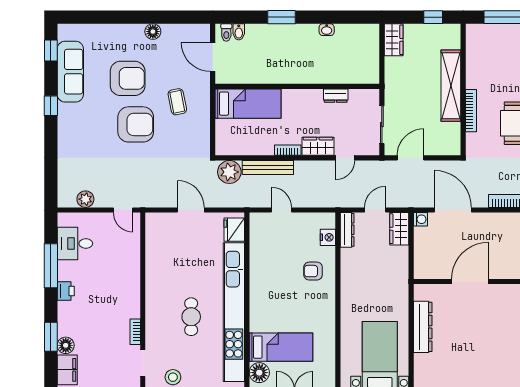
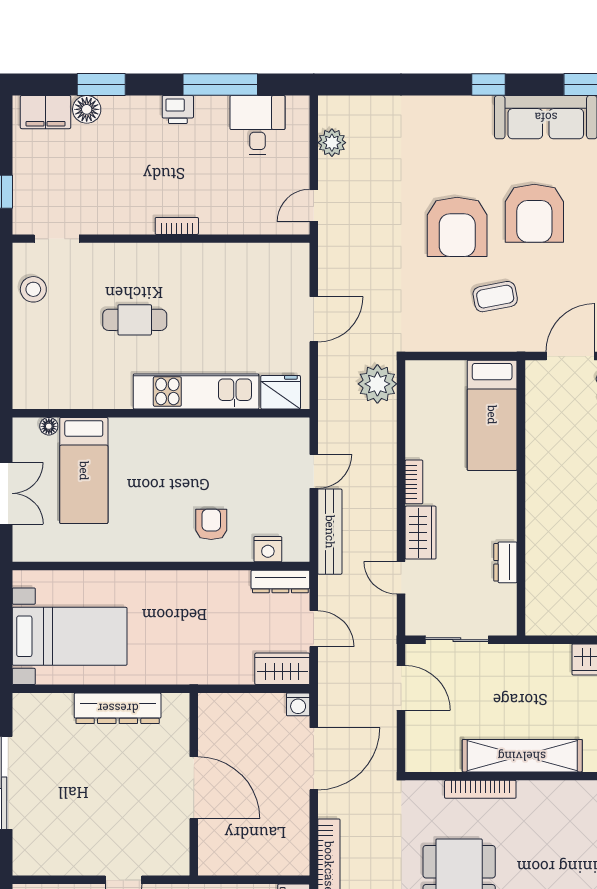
bench: (268, 167) -> (330, 532), moved
kitchen unit: (234, 312) -> (196, 391), width x0.54
bookcase: (135, 332) -> (177, 226), moved
floor lamp: (259, 373) -> (49, 426), width x0.53, depth x0.53

